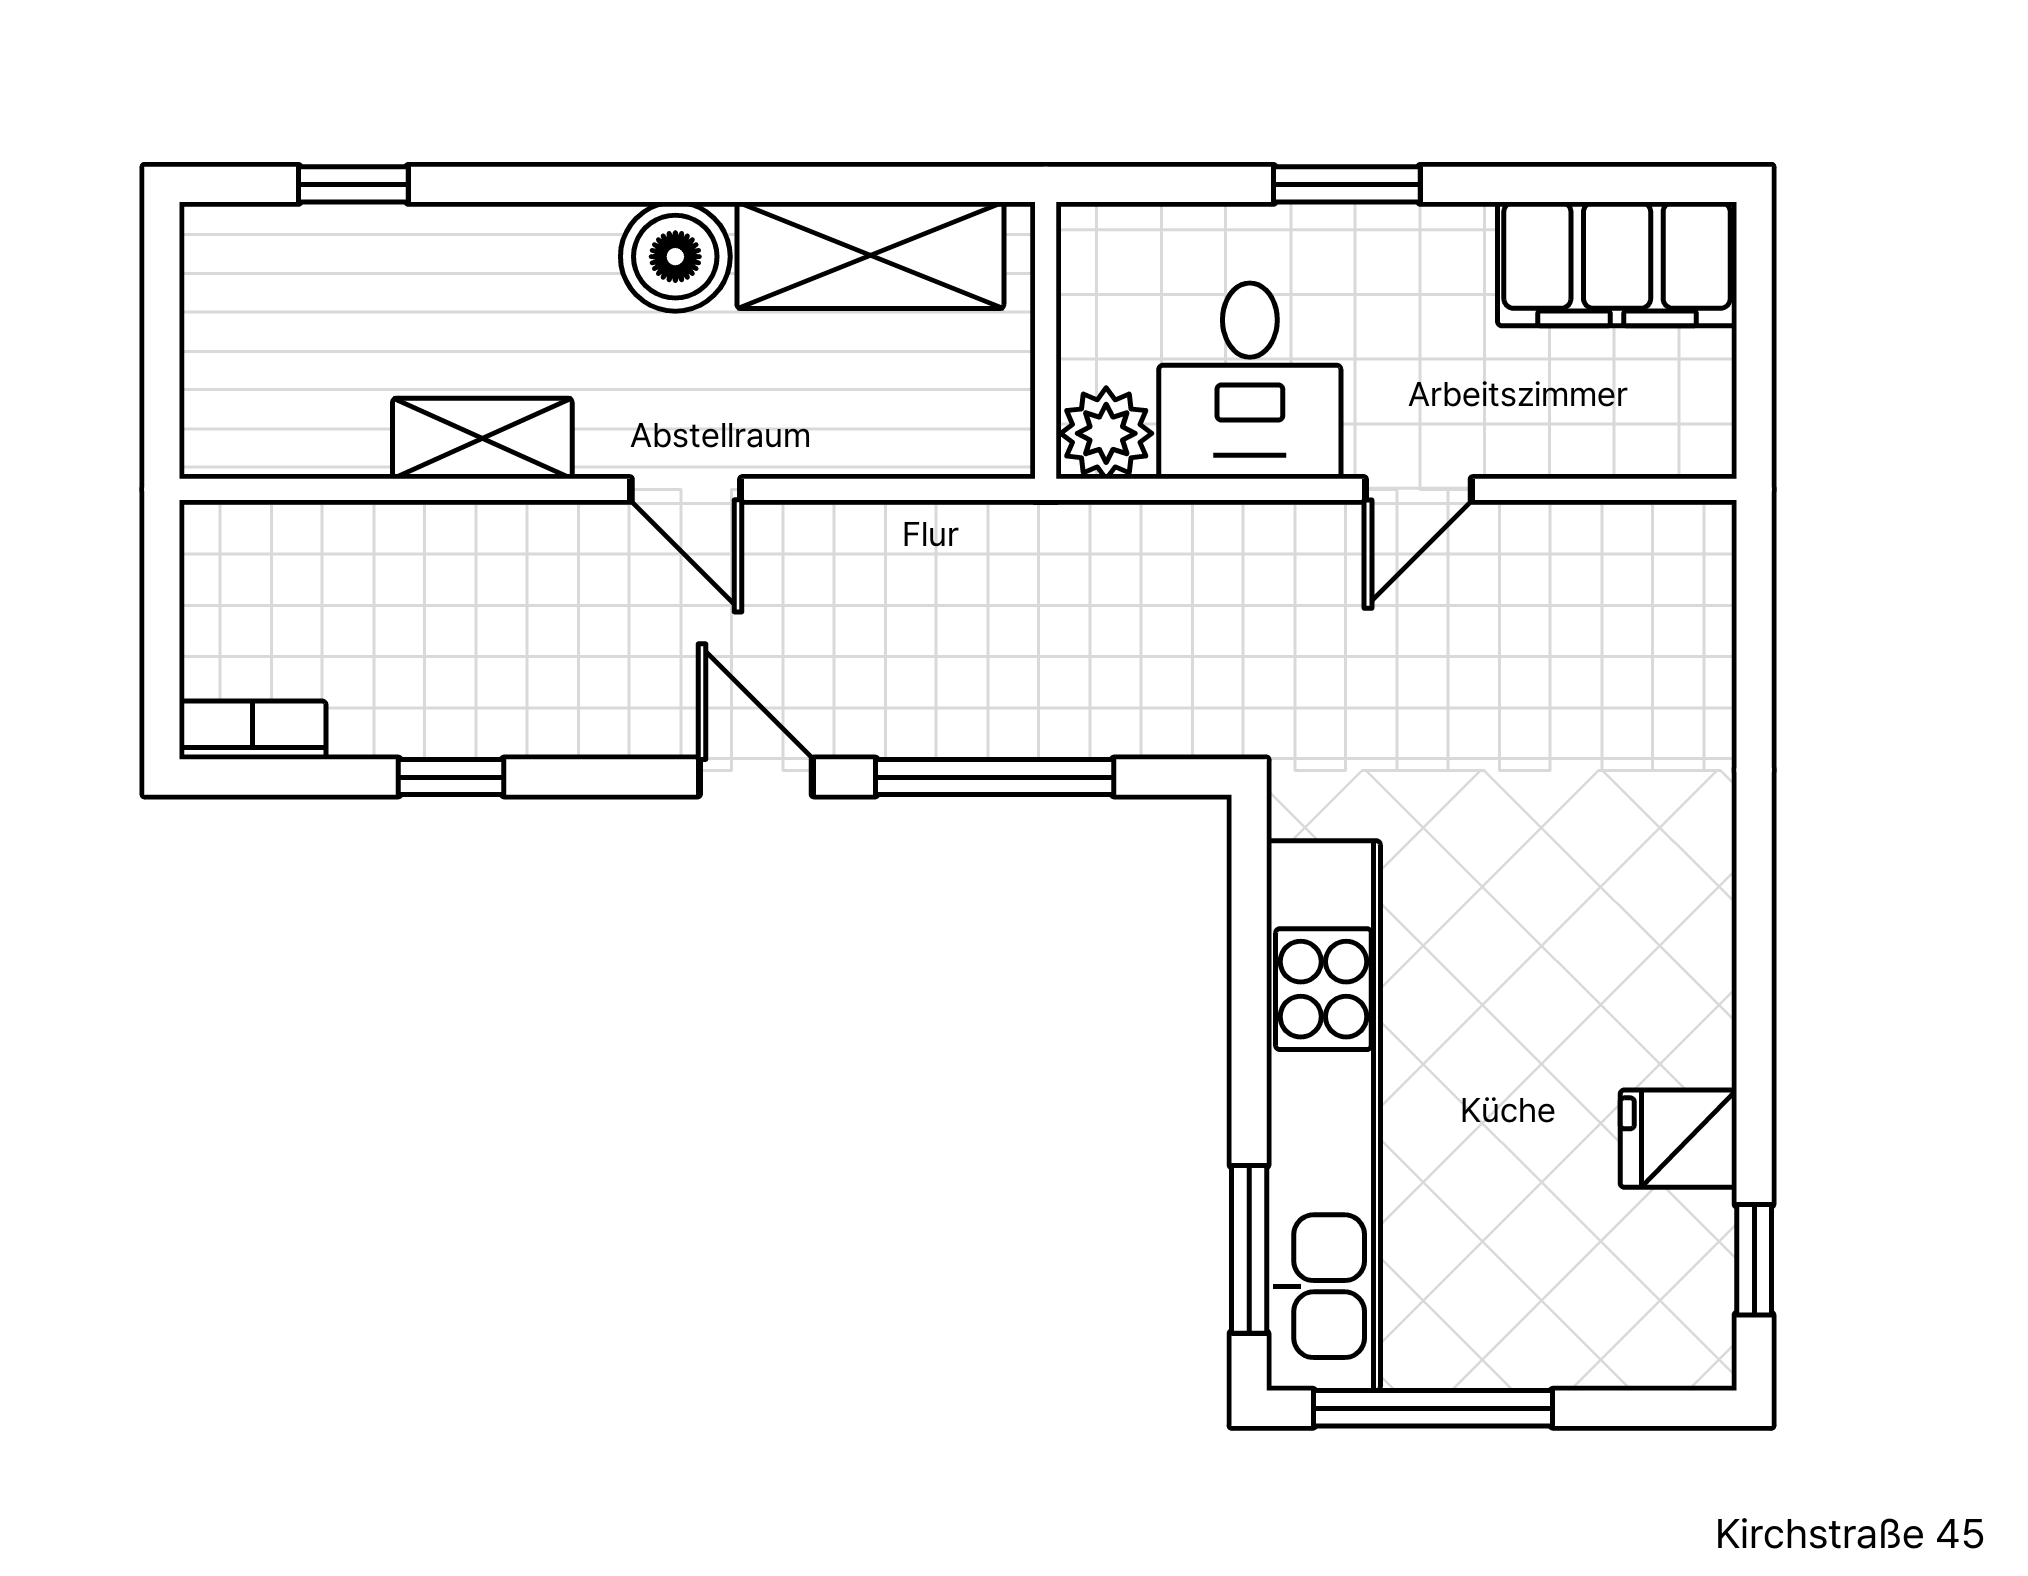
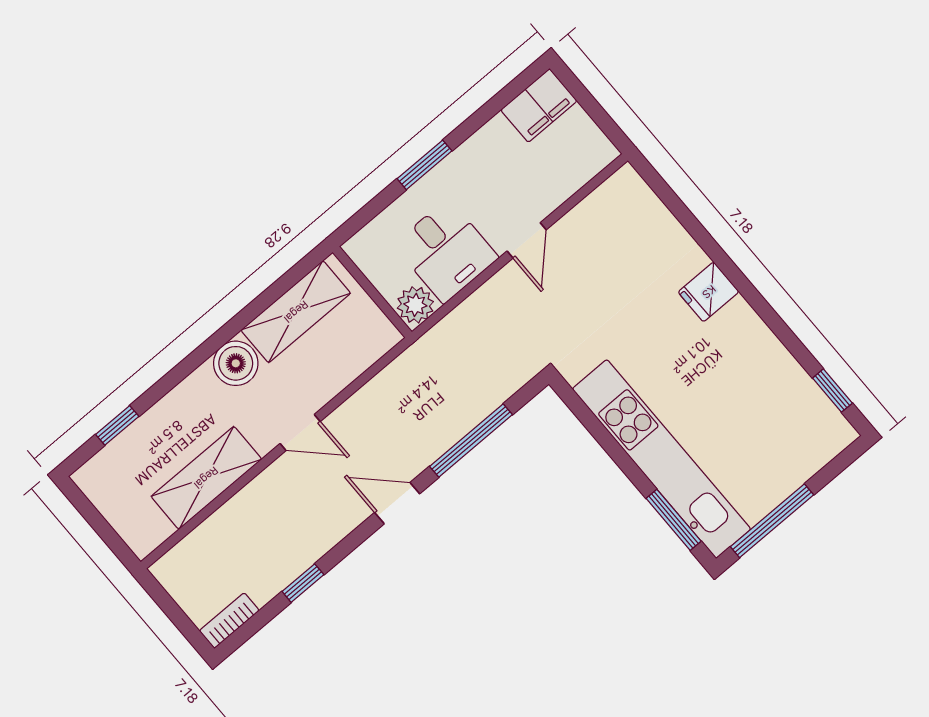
filing cabinet: (1617, 264) -> (539, 105), width x0.67, depth x0.86
shelving: (482, 439) -> (206, 478), width x1.50, depth x1.33
fridge: (1678, 1139) -> (709, 292), moved

